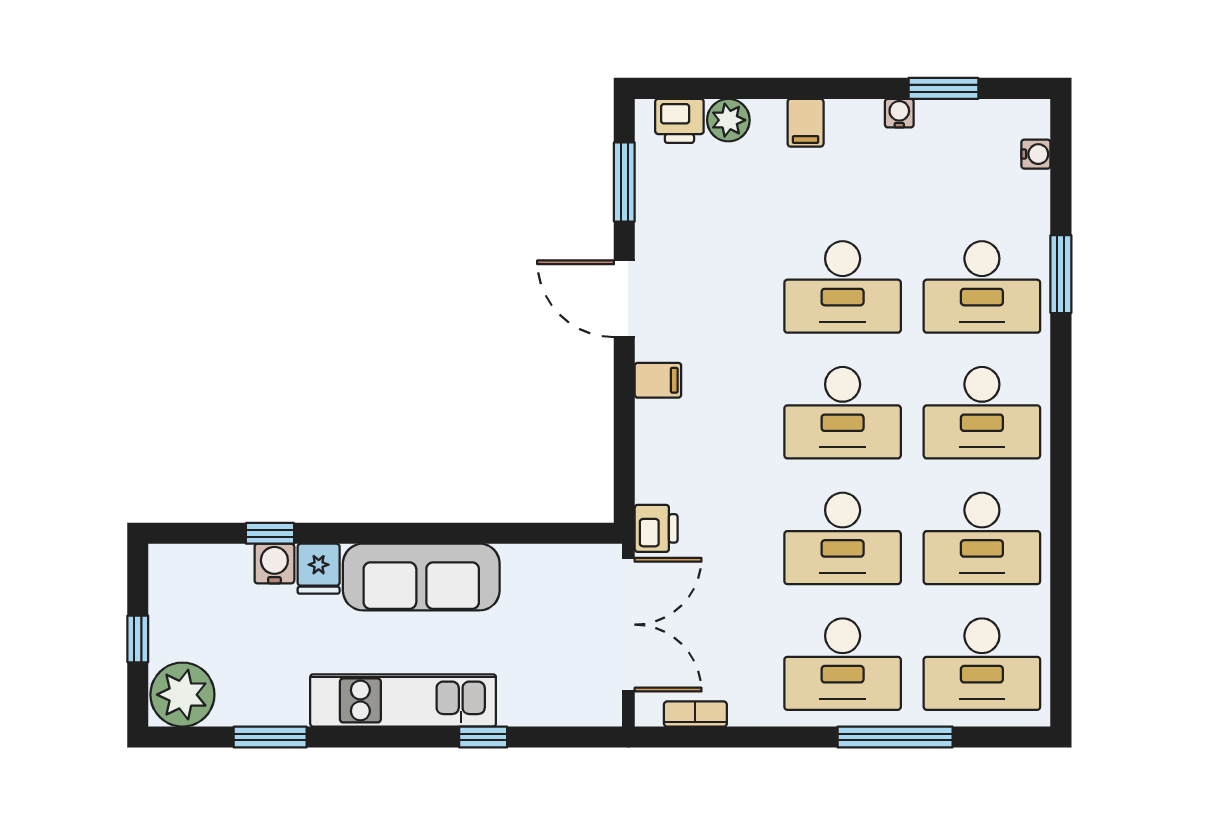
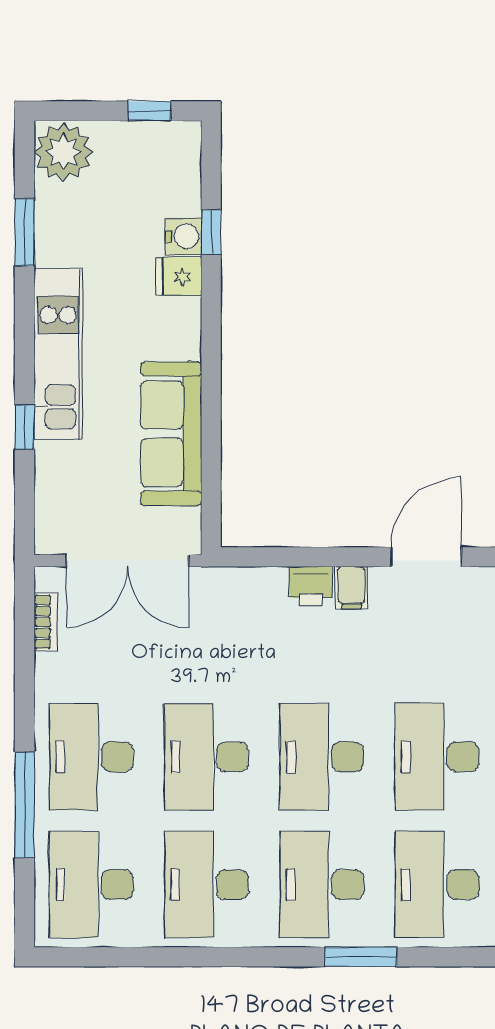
window: (1061, 274) -> (361, 957), moved
printer: (656, 528) -> (311, 586), moved
sofa: (421, 577) -> (171, 434), moved
window: (138, 639) -> (149, 111), moved

